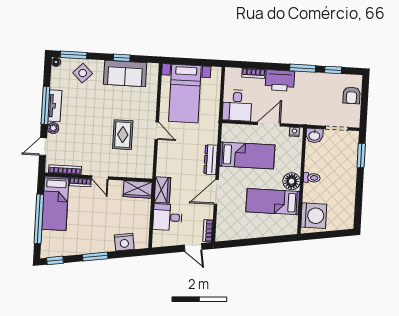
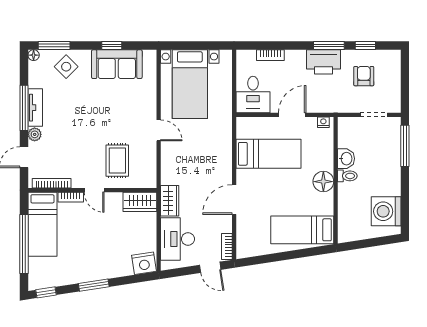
printer: (280, 80) -> (323, 62), moved
armchair: (352, 95) -> (364, 76), moved, turned 180
rug: (123, 135) -> (117, 161), moved
washbasin: (314, 135) -> (346, 159), moved, turned -90
window: (361, 156) -> (405, 146), width x1.44
dresser: (211, 160) -> (225, 161), removed
bed: (273, 202) -> (302, 230), moved
washing machine: (314, 216) -> (386, 211), moved, turned 180
desk: (167, 217) -> (178, 239), width x1.37
nightstand: (124, 242) -> (144, 263), moved

